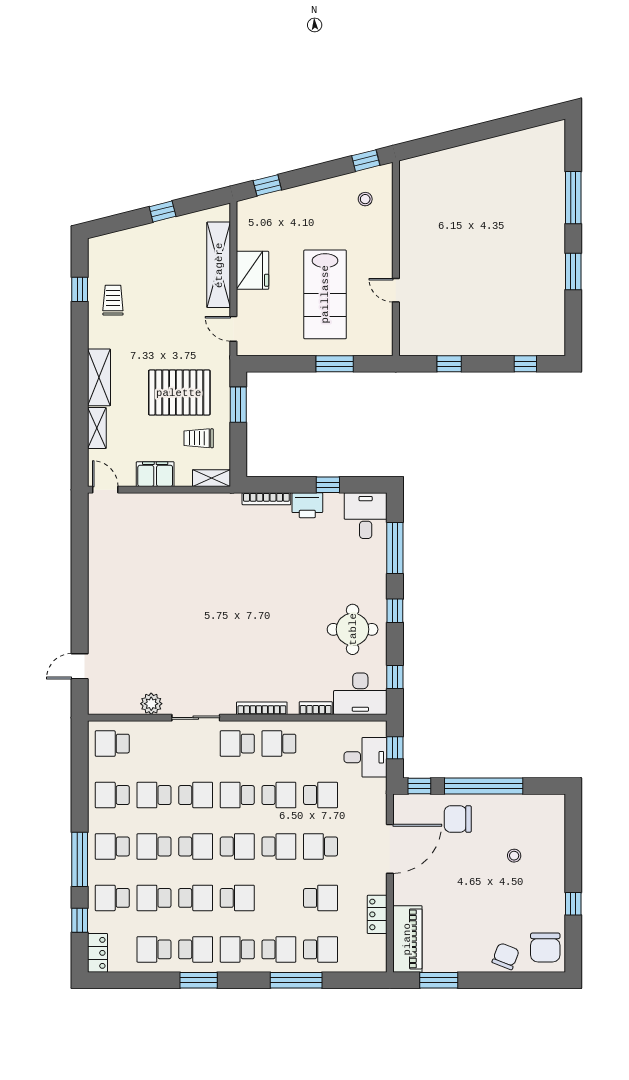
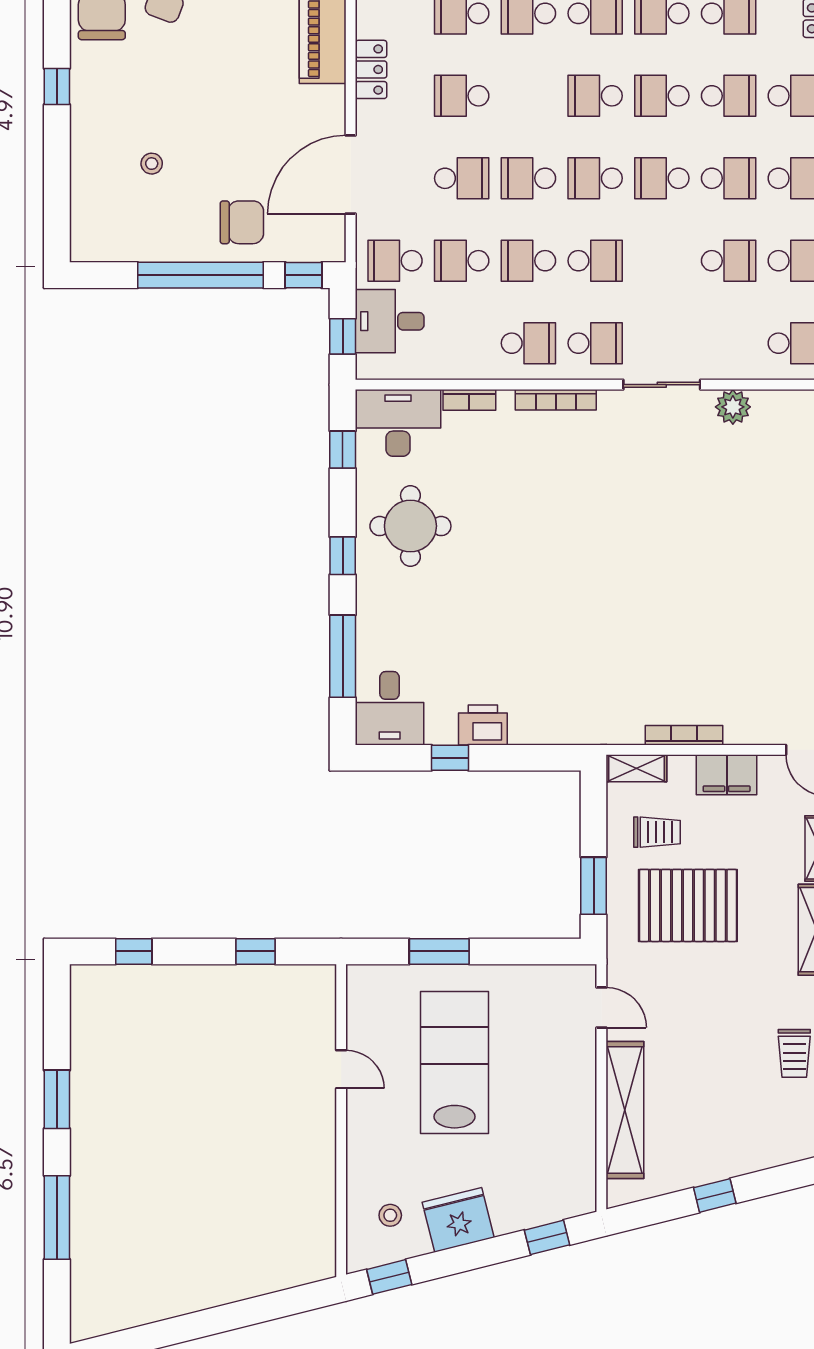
fridge: (252, 270) -> (458, 1220), moved, turned 76
bookcase: (266, 499) -> (684, 735), moved
school desk: (196, 795) -> (395, 261), moved

